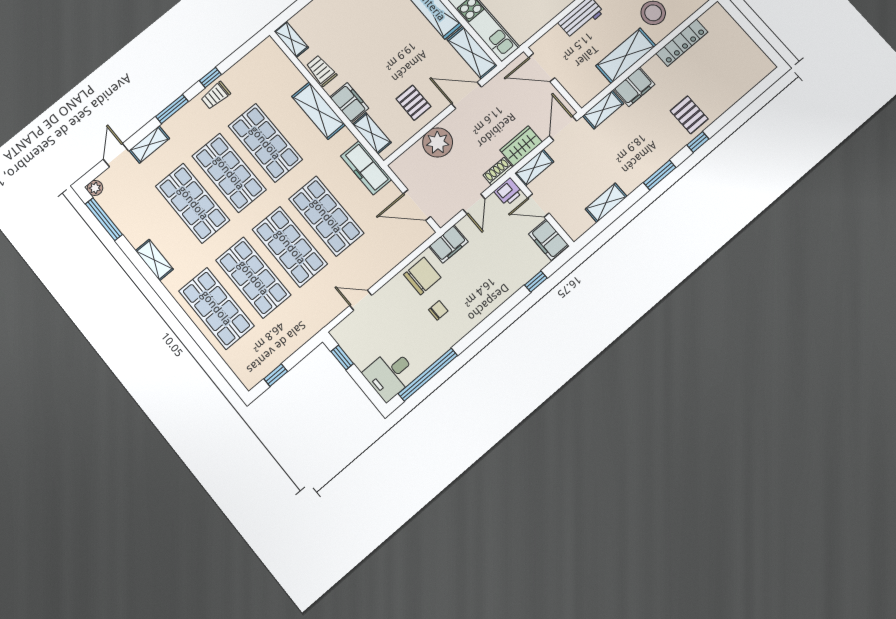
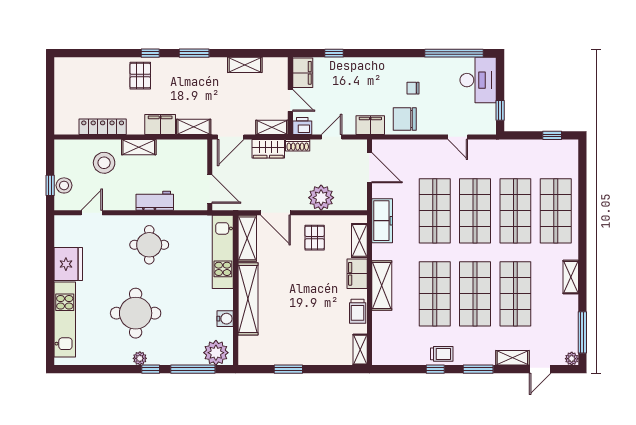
shelving: (626, 56) -> (139, 147), width x0.67, depth x0.75
desk: (390, 374) -> (478, 80), width x1.37

